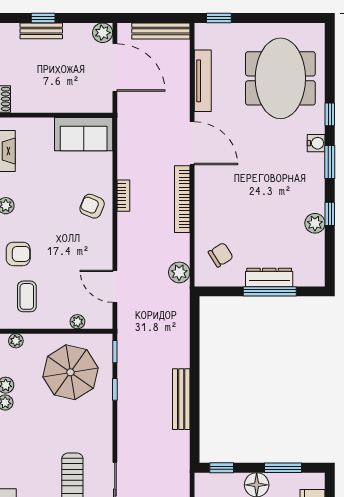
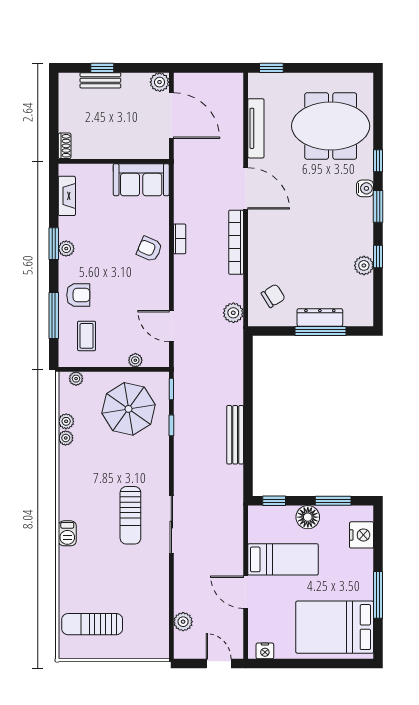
bench: (161, 31) -> (215, 80), removed
meeting table: (280, 78) -> (331, 126), turned 90

